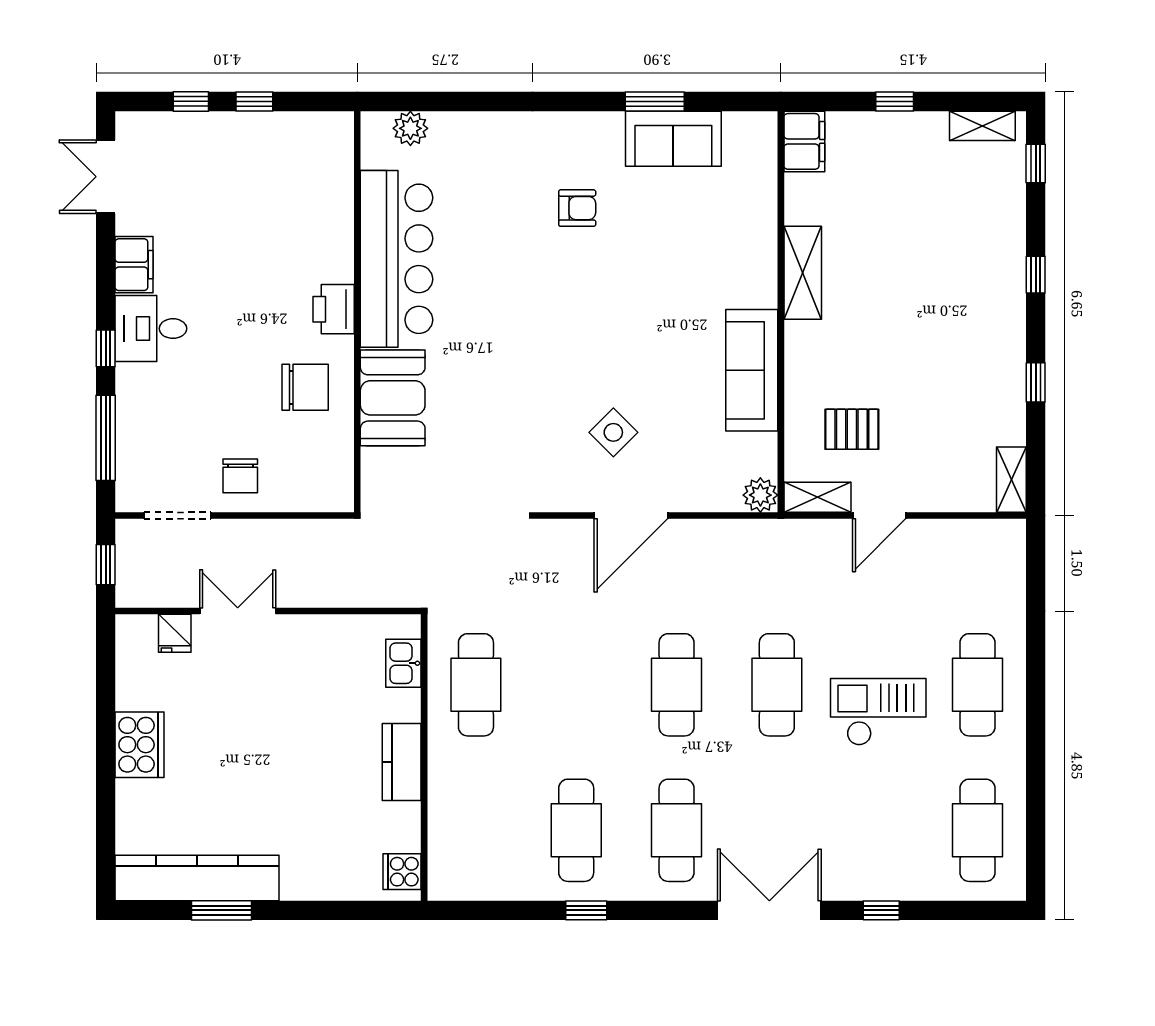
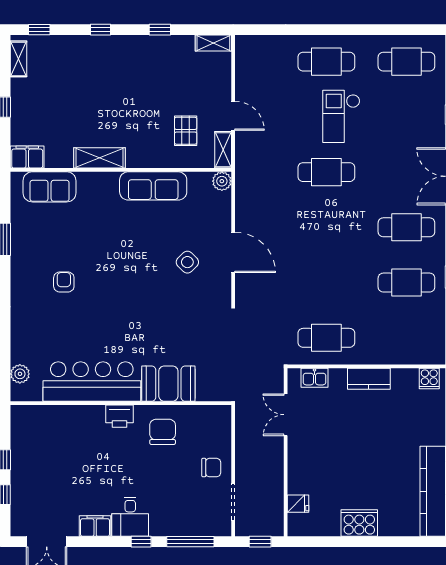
sofa: (673, 139) -> (50, 187), moved, turned 90
double door: (238, 611) -> (286, 415), moved
cafe table: (677, 685) -> (326, 227), removed

